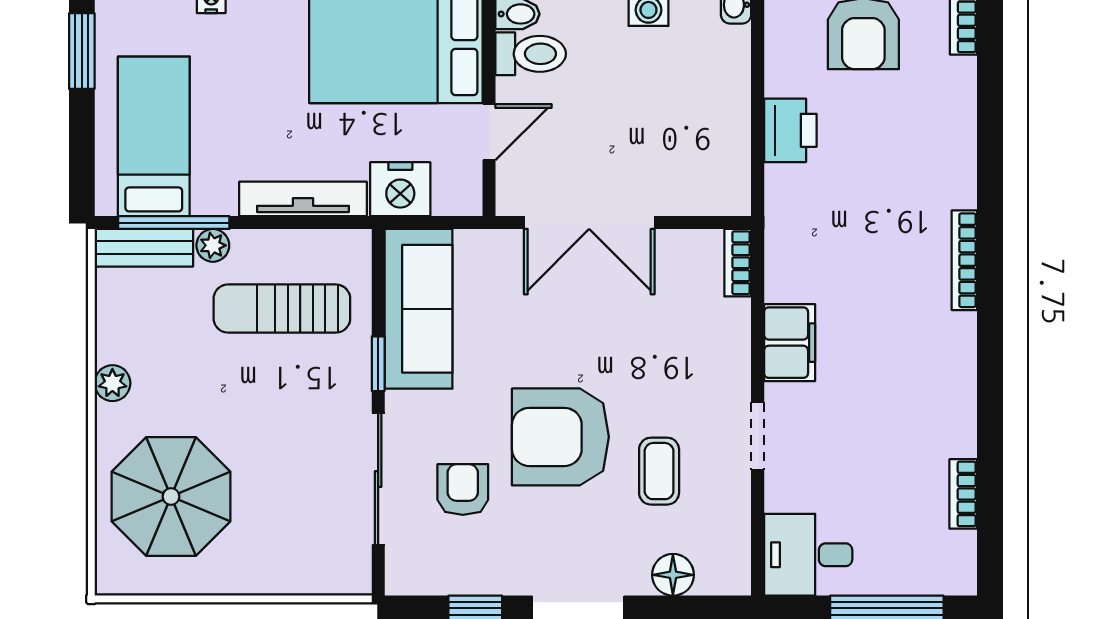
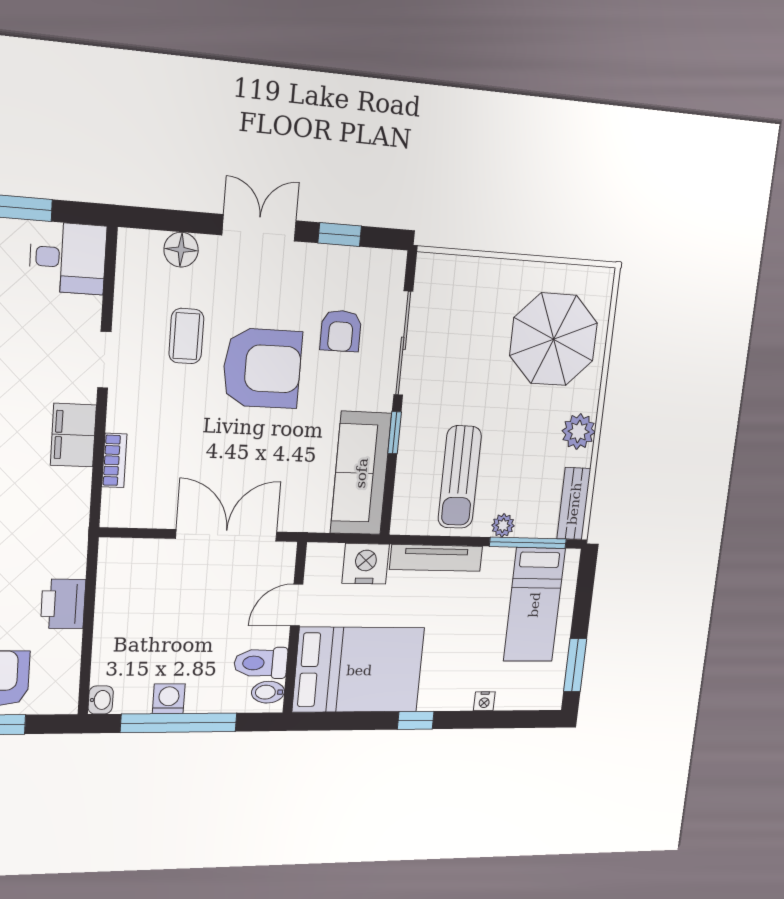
bench: (144, 248) -> (574, 504), moved, turned 90
bookcase: (738, 263) -> (114, 460), moved
sun lounger: (282, 309) -> (460, 477), turned 90
plant: (112, 383) -> (579, 432), width x1.38, depth x1.38

